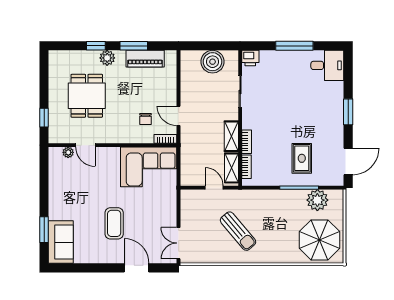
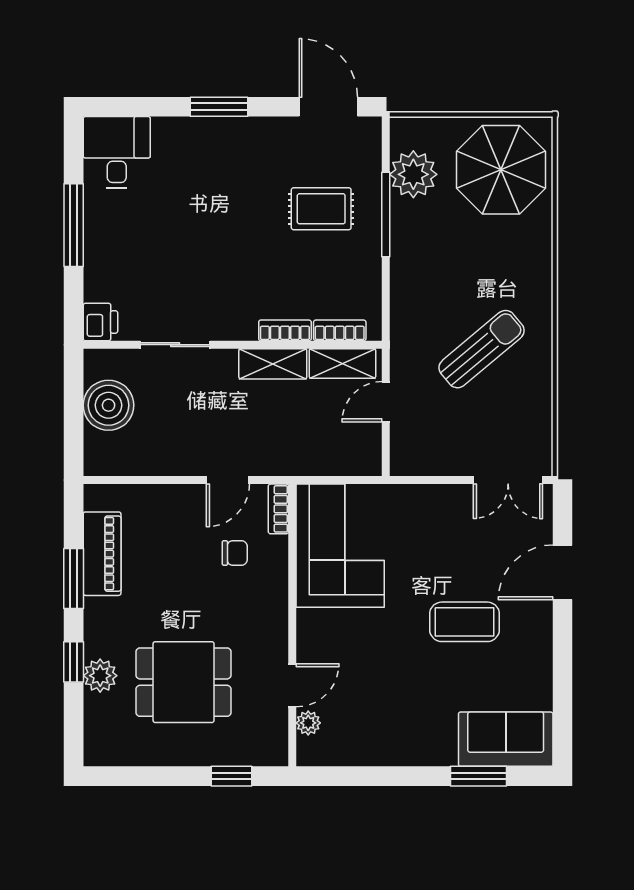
plant: (107, 58) -> (100, 676), moved

